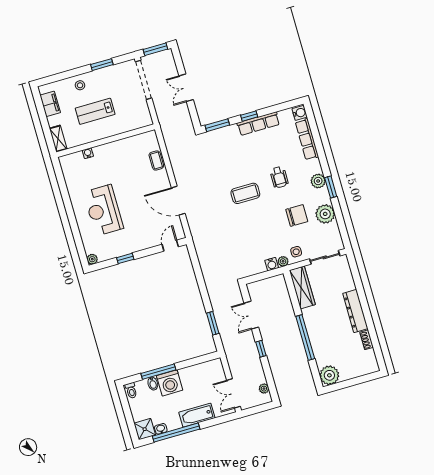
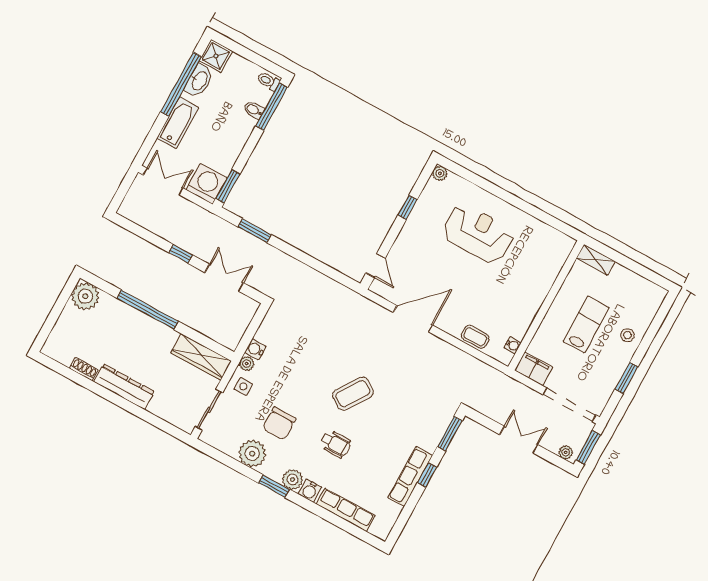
filing cabinet: (50, 104) -> (534, 369), moved, turned 180
water cooler: (300, 113) -> (310, 491), moved
water cooler: (88, 153) -> (513, 345), moved
wheelchair: (279, 177) -> (335, 444), turned 180
coffee table: (245, 193) -> (353, 394), turned 34
window: (204, 359) -> (228, 186), added
window: (158, 372) -> (272, 107), moved
washing machine: (170, 383) -> (207, 184), moved, turned 90
plant: (264, 389) -> (566, 452), moved
washbasin: (161, 429) -> (199, 81), width x1.91, depth x1.45

